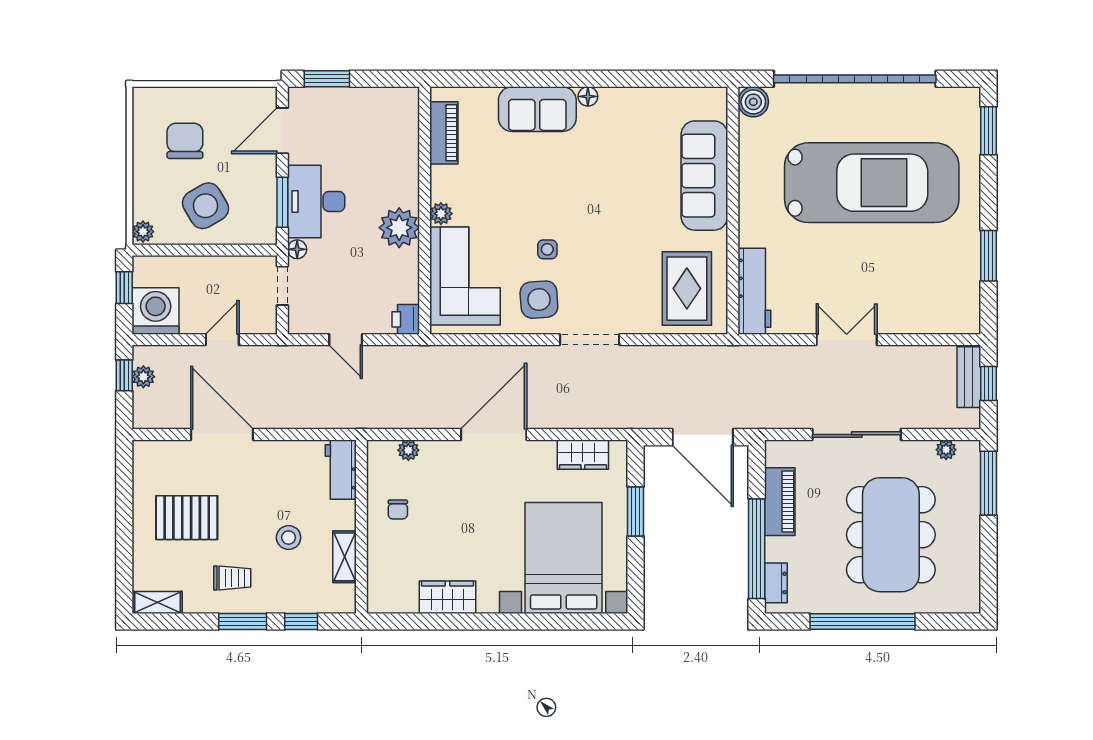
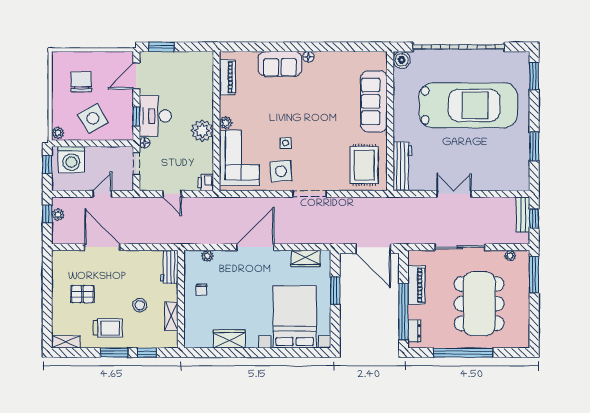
window: (282, 202) -> (136, 116), width x0.67
washing machine: (156, 311) -> (71, 159), moved, turned 180
pallet: (187, 518) -> (82, 294), width x0.67, depth x0.71
trolley: (232, 578) -> (108, 328), width x1.36, depth x1.39

